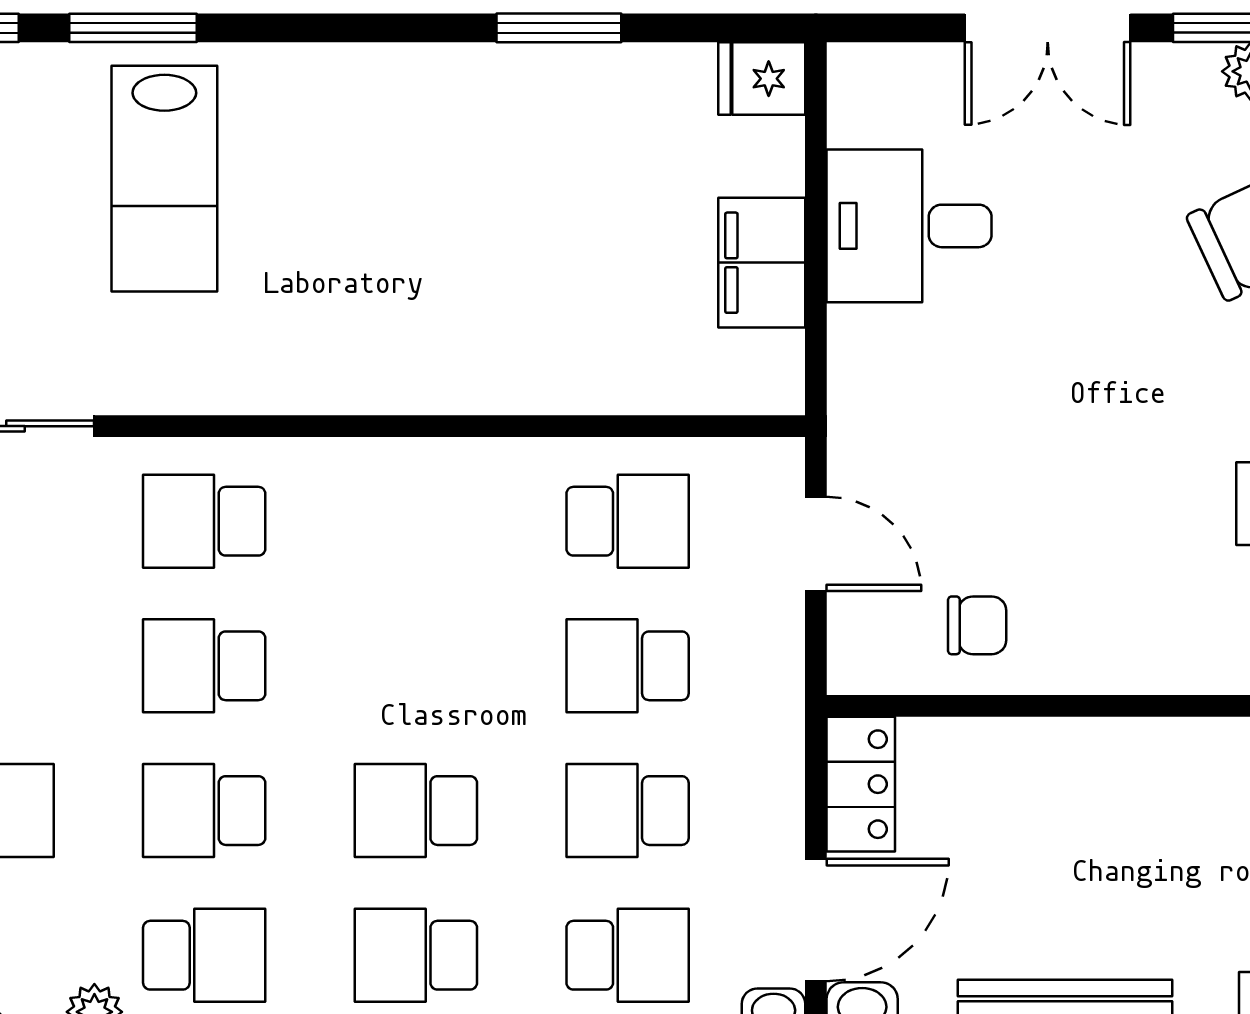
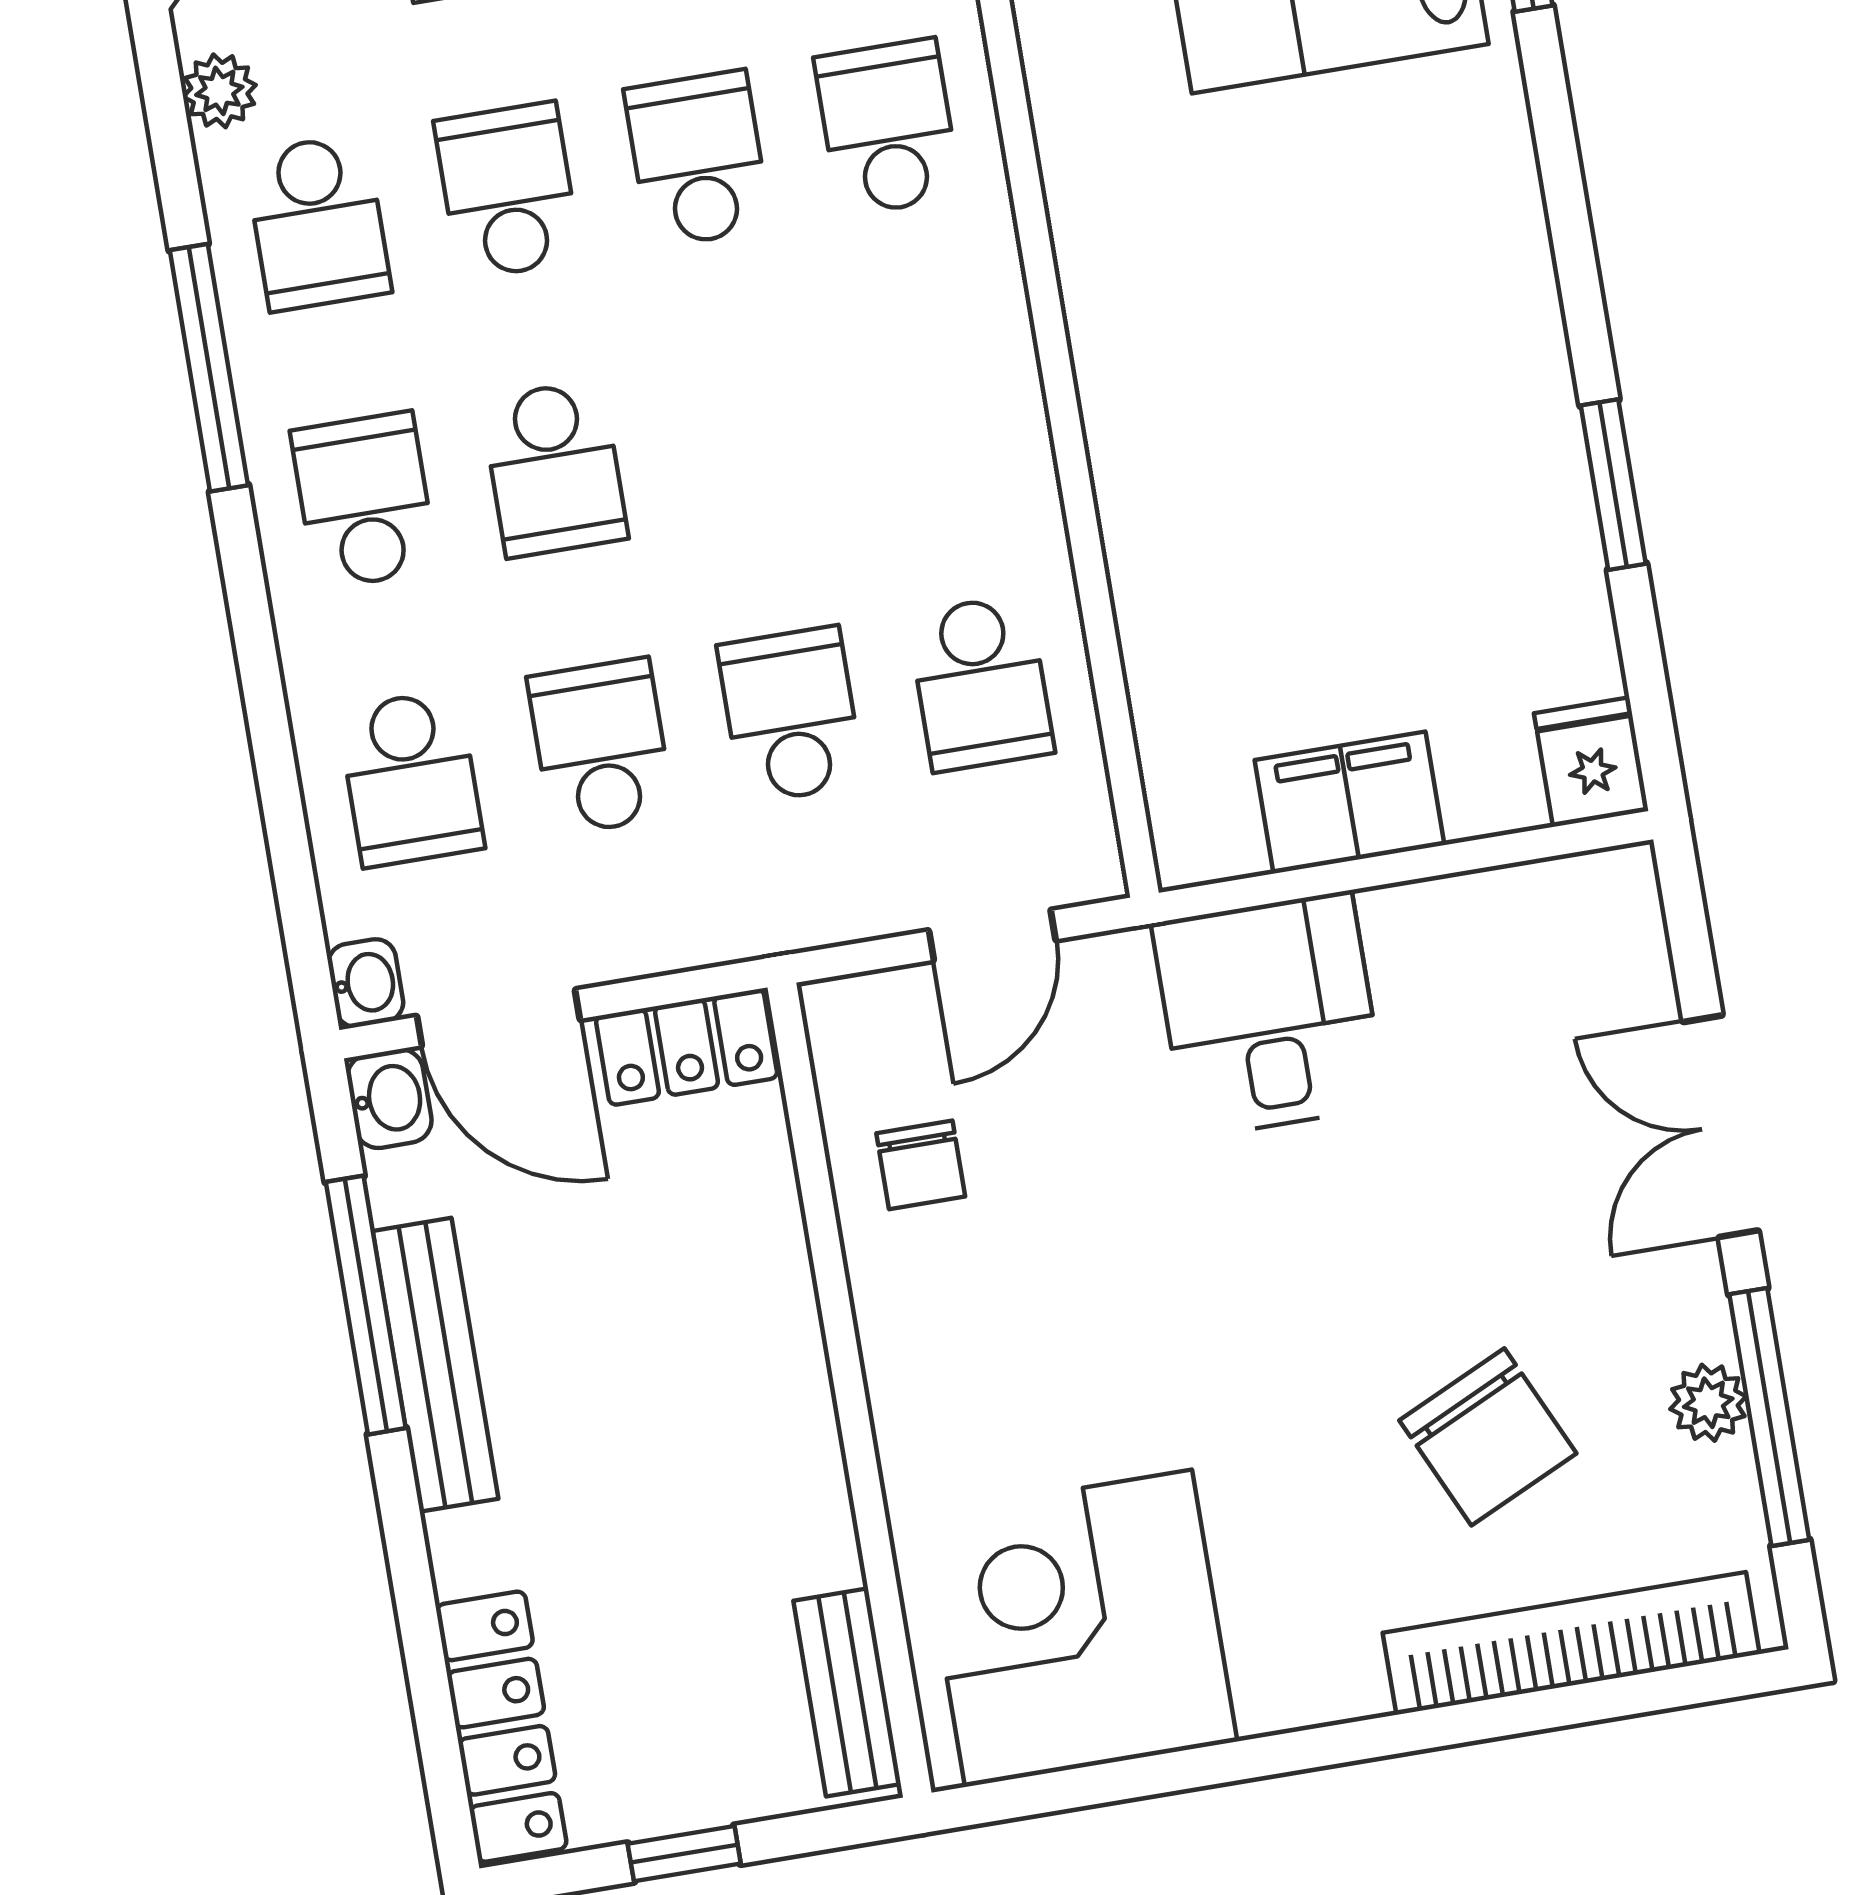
desk: (909, 226) -> (1269, 1015), moved
school desk: (416, 811) -> (554, 469), turned 180

